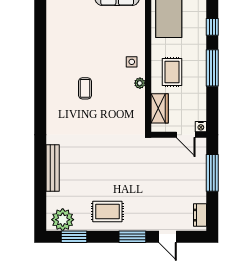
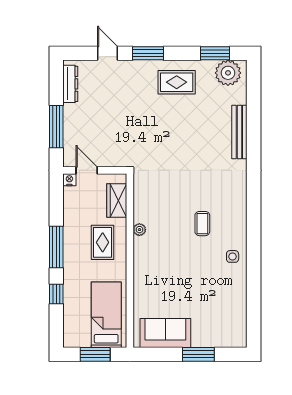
side table: (132, 62) -> (233, 256), moved
dresser: (200, 215) -> (70, 84), width x1.44

